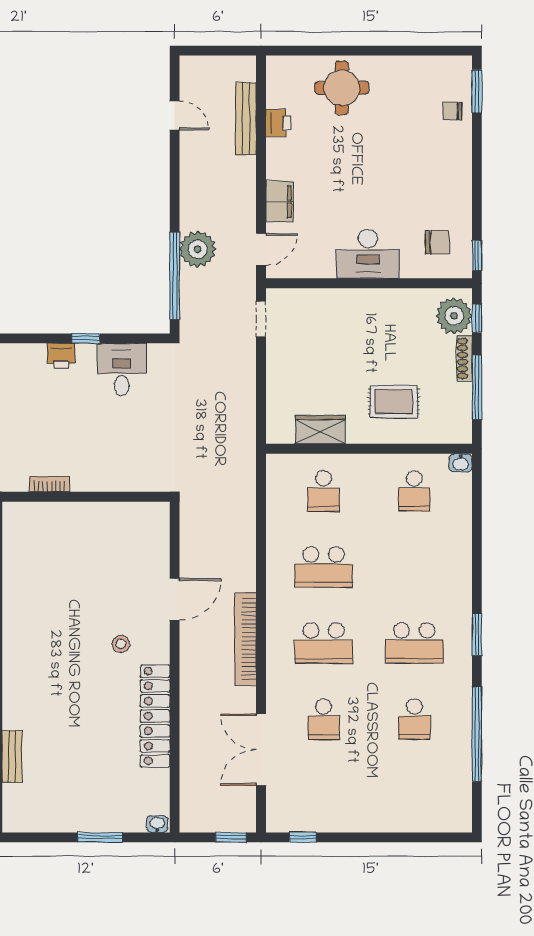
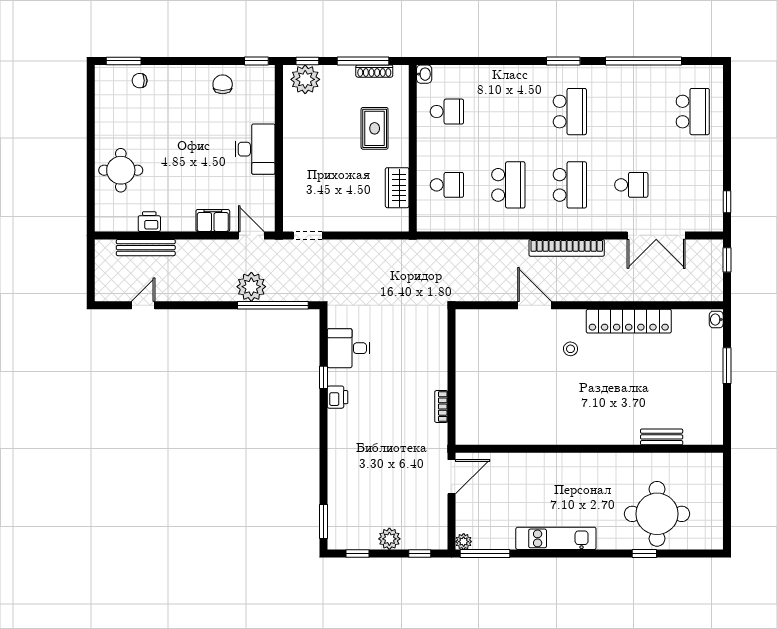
chair: (453, 111) -> (140, 81), turned 90
chair: (437, 242) -> (223, 84), moved
shoe rack: (464, 358) -> (374, 71), moved
school desk: (414, 719) -> (693, 112), moved, width x1.85

